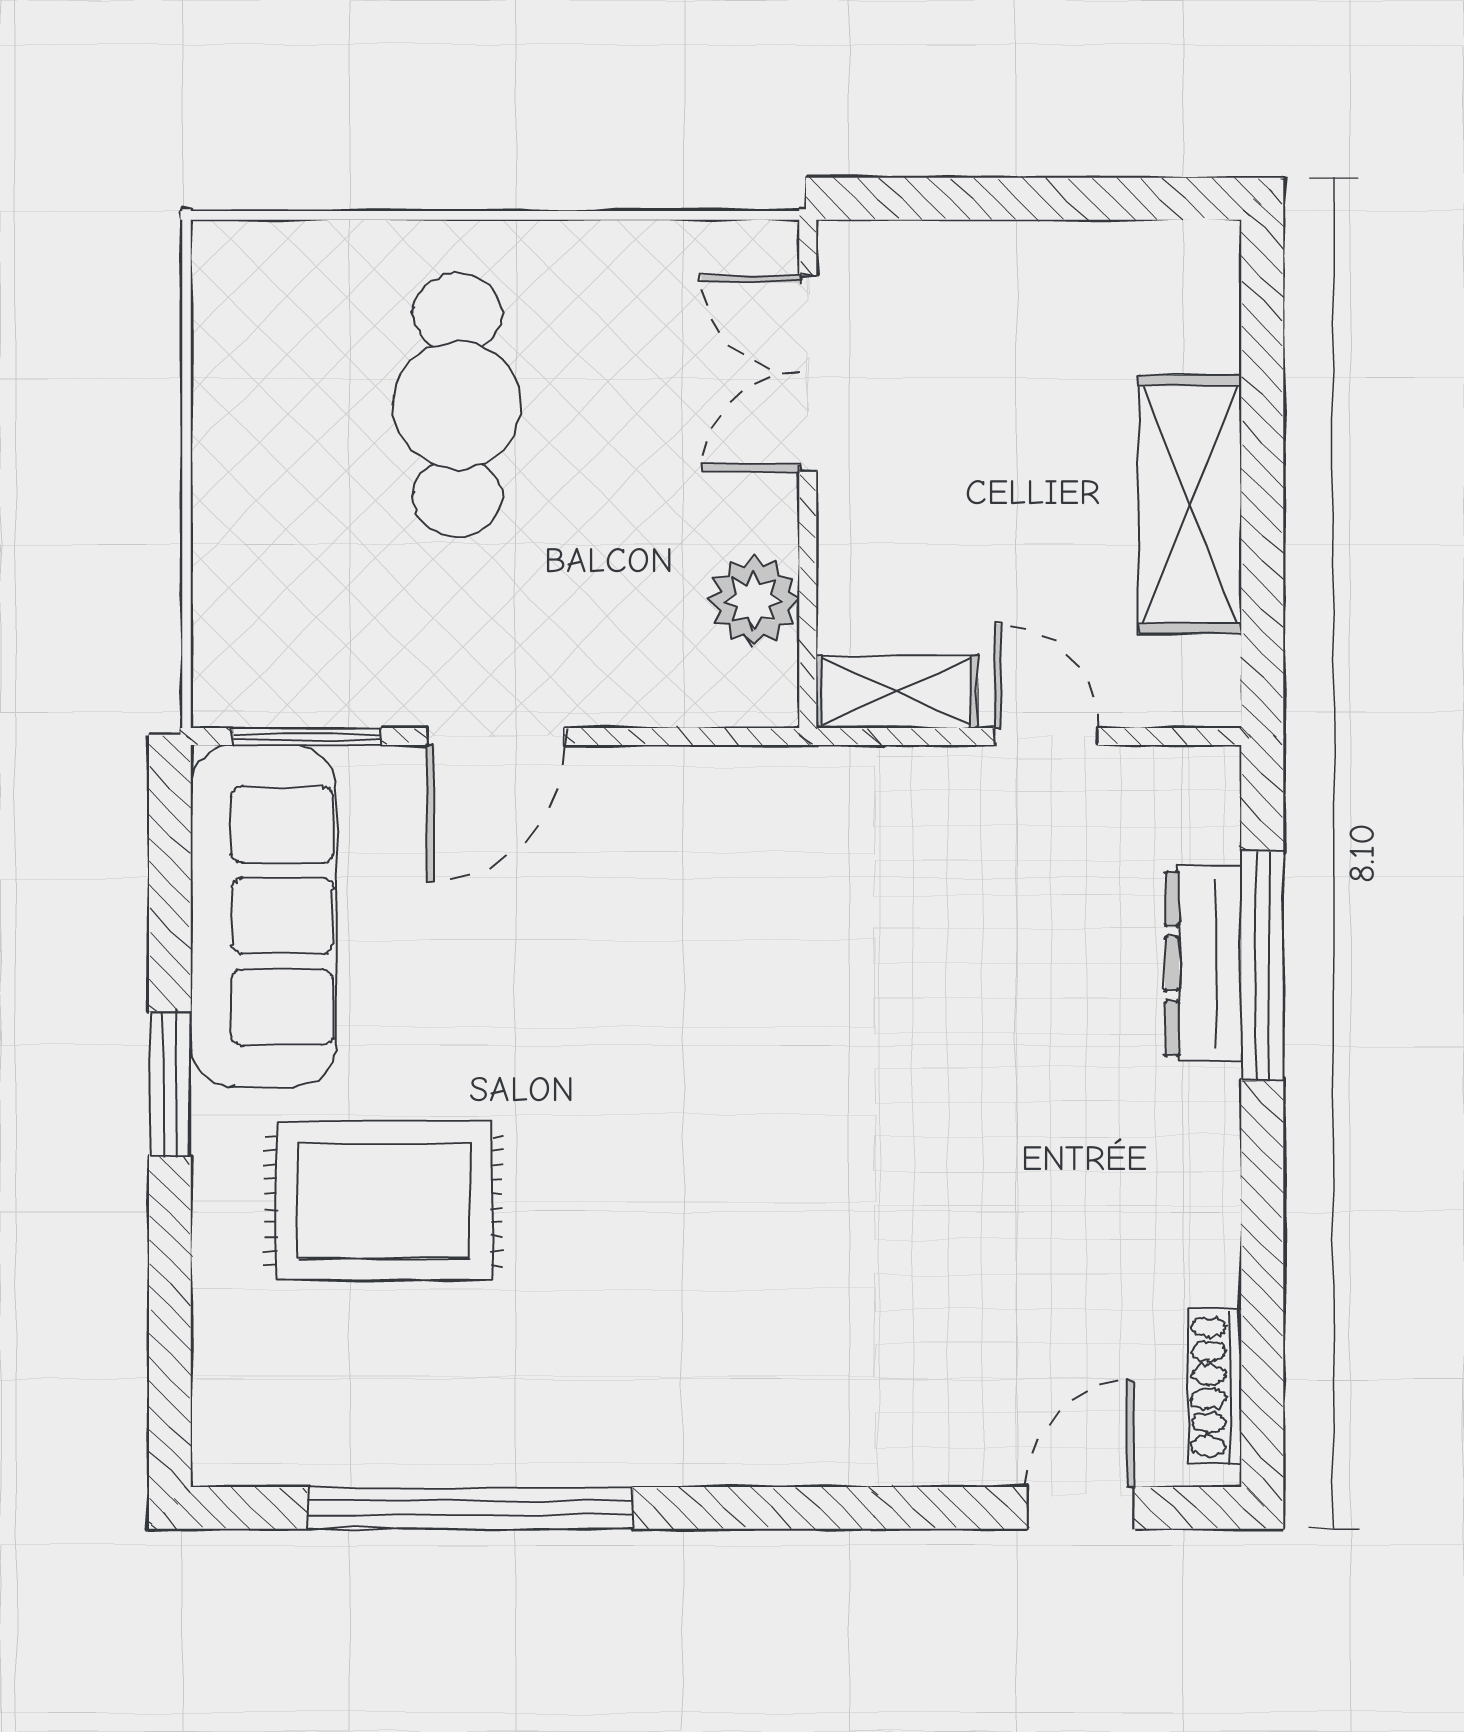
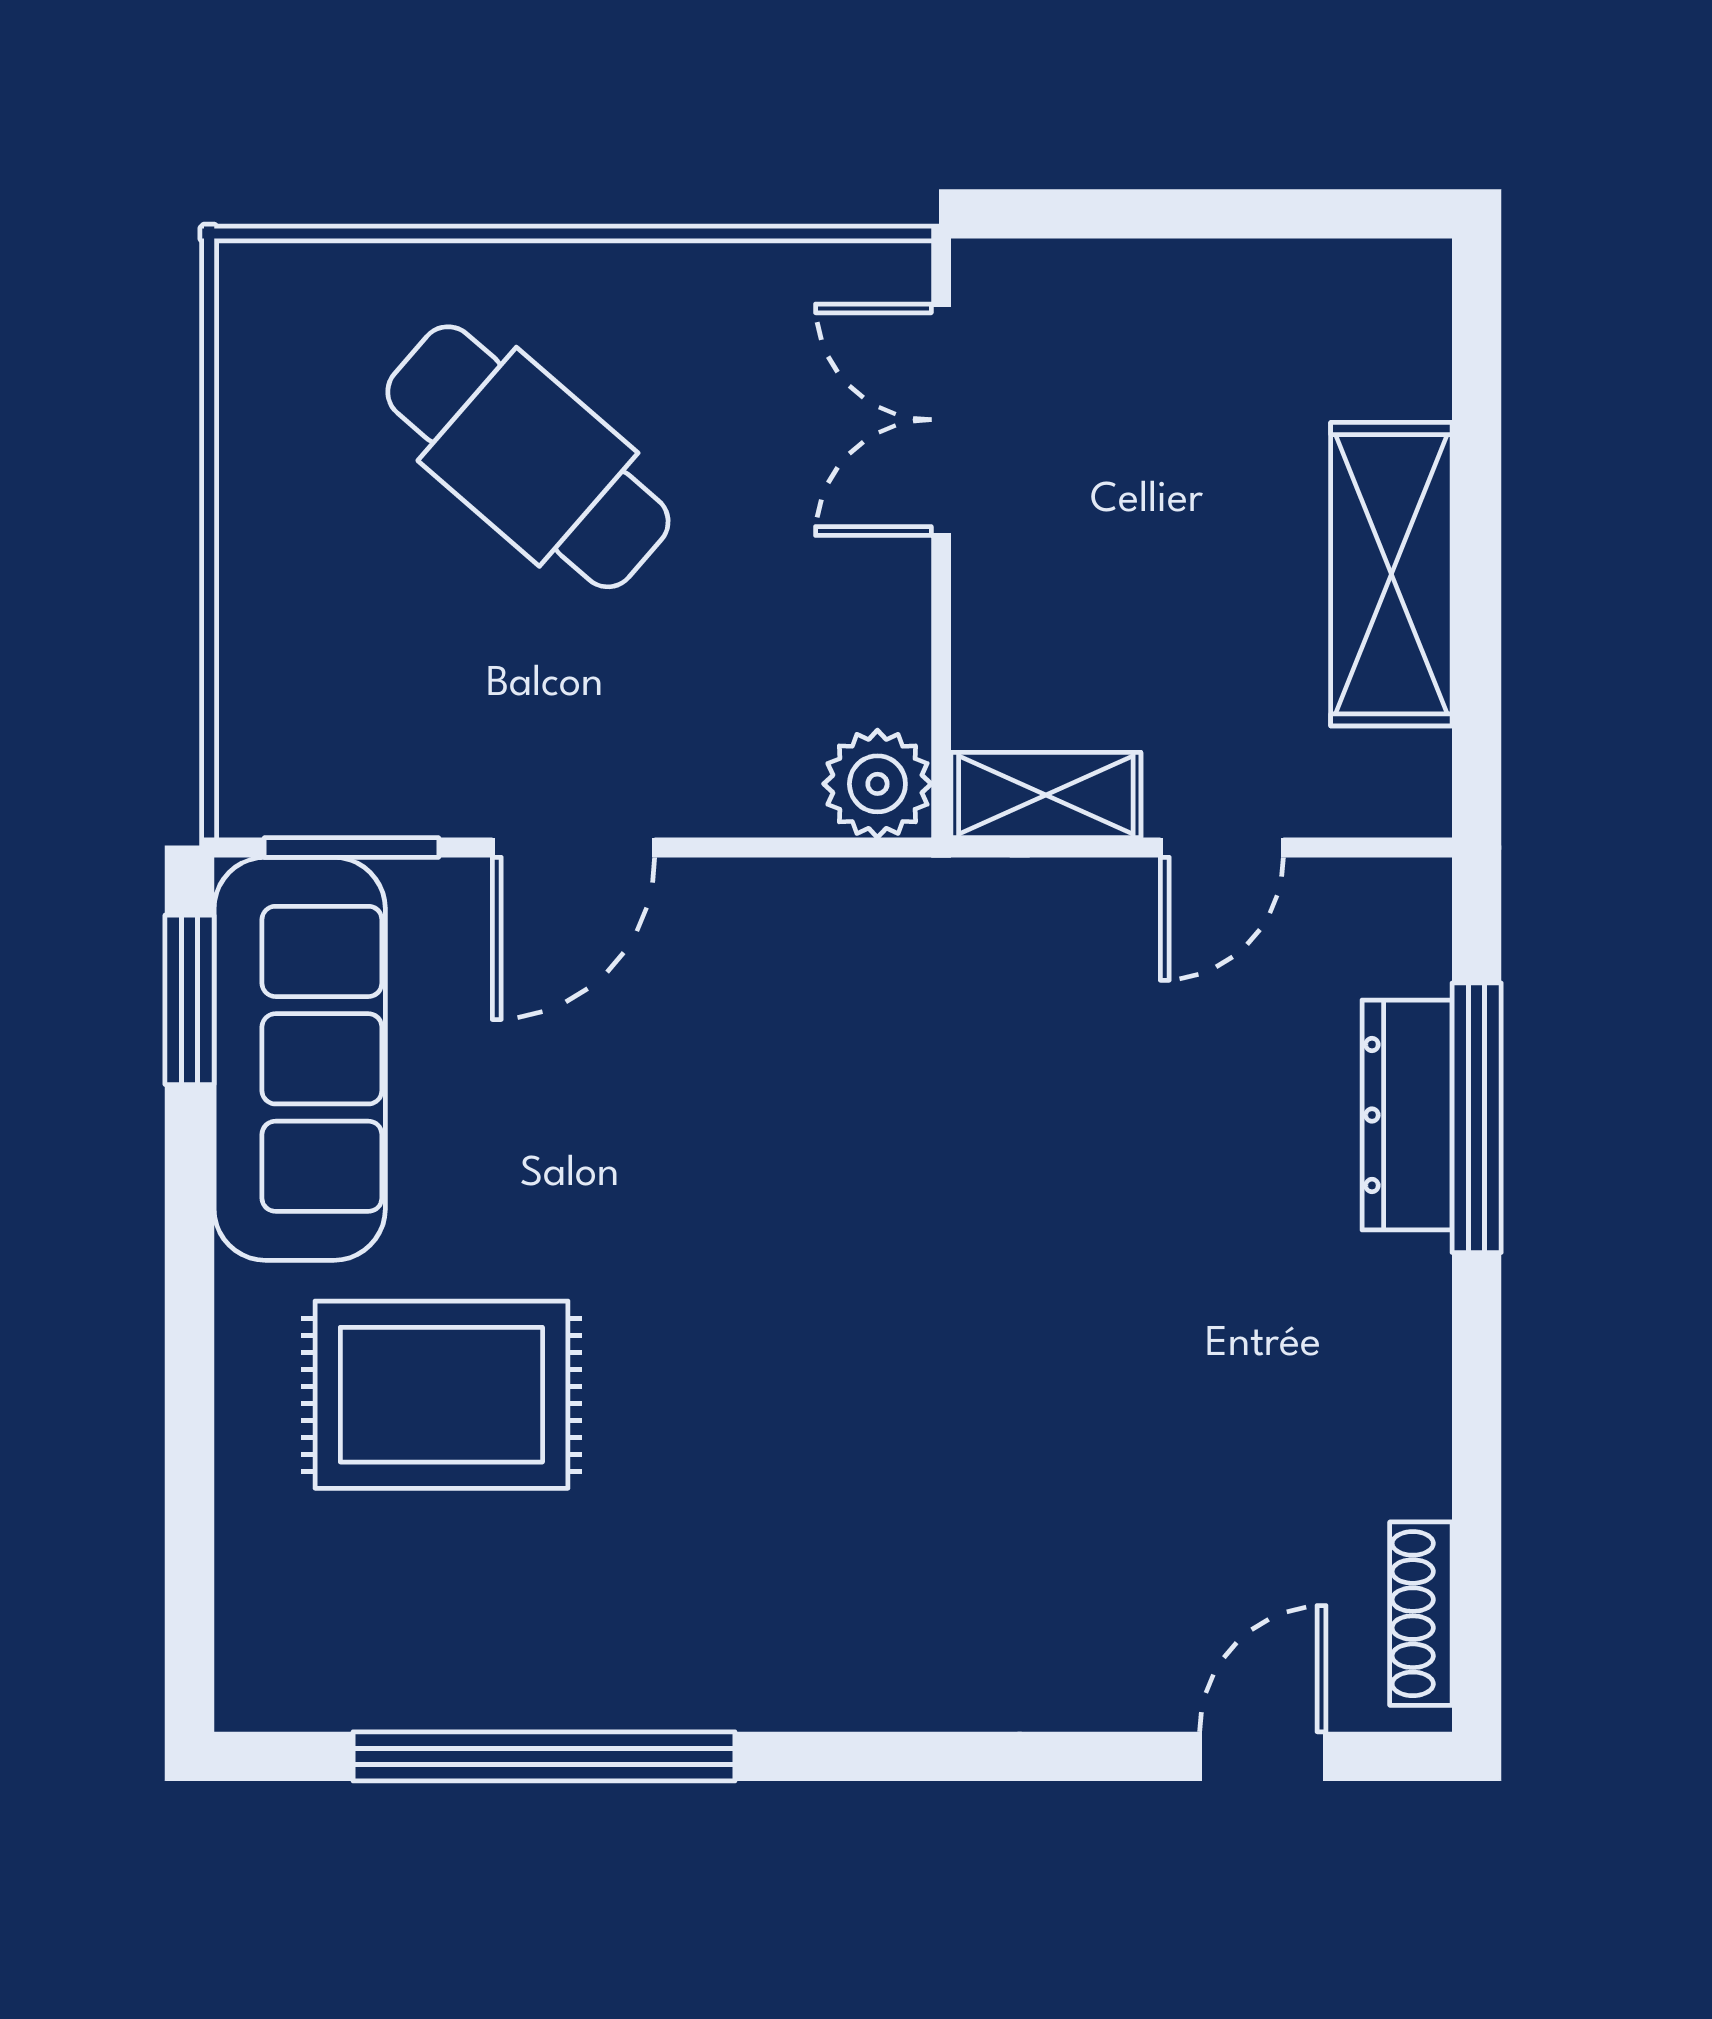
cafe table: (457, 405) -> (528, 457), turned -49
plant: (754, 600) -> (877, 784), moved
door: (1046, 737) -> (1222, 848), swing flipped
window: (170, 1084) -> (189, 1000), moved

